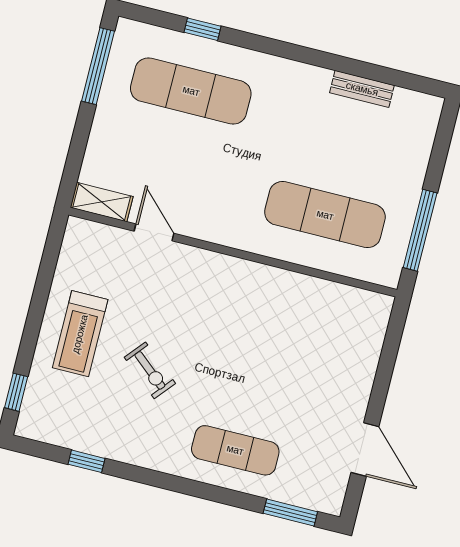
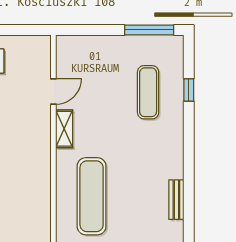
exercise mat: (191, 91) -> (148, 92), width x0.73, depth x0.69
shelving: (102, 202) -> (64, 129), moved

